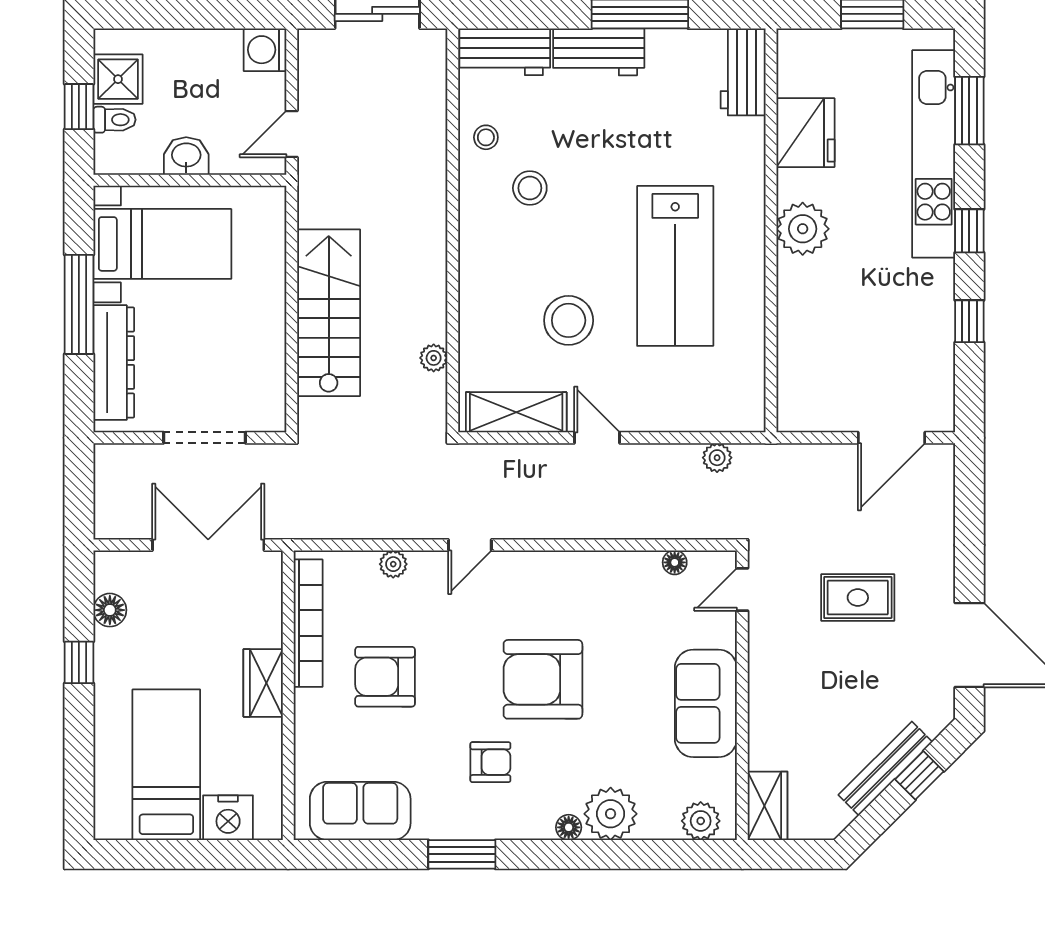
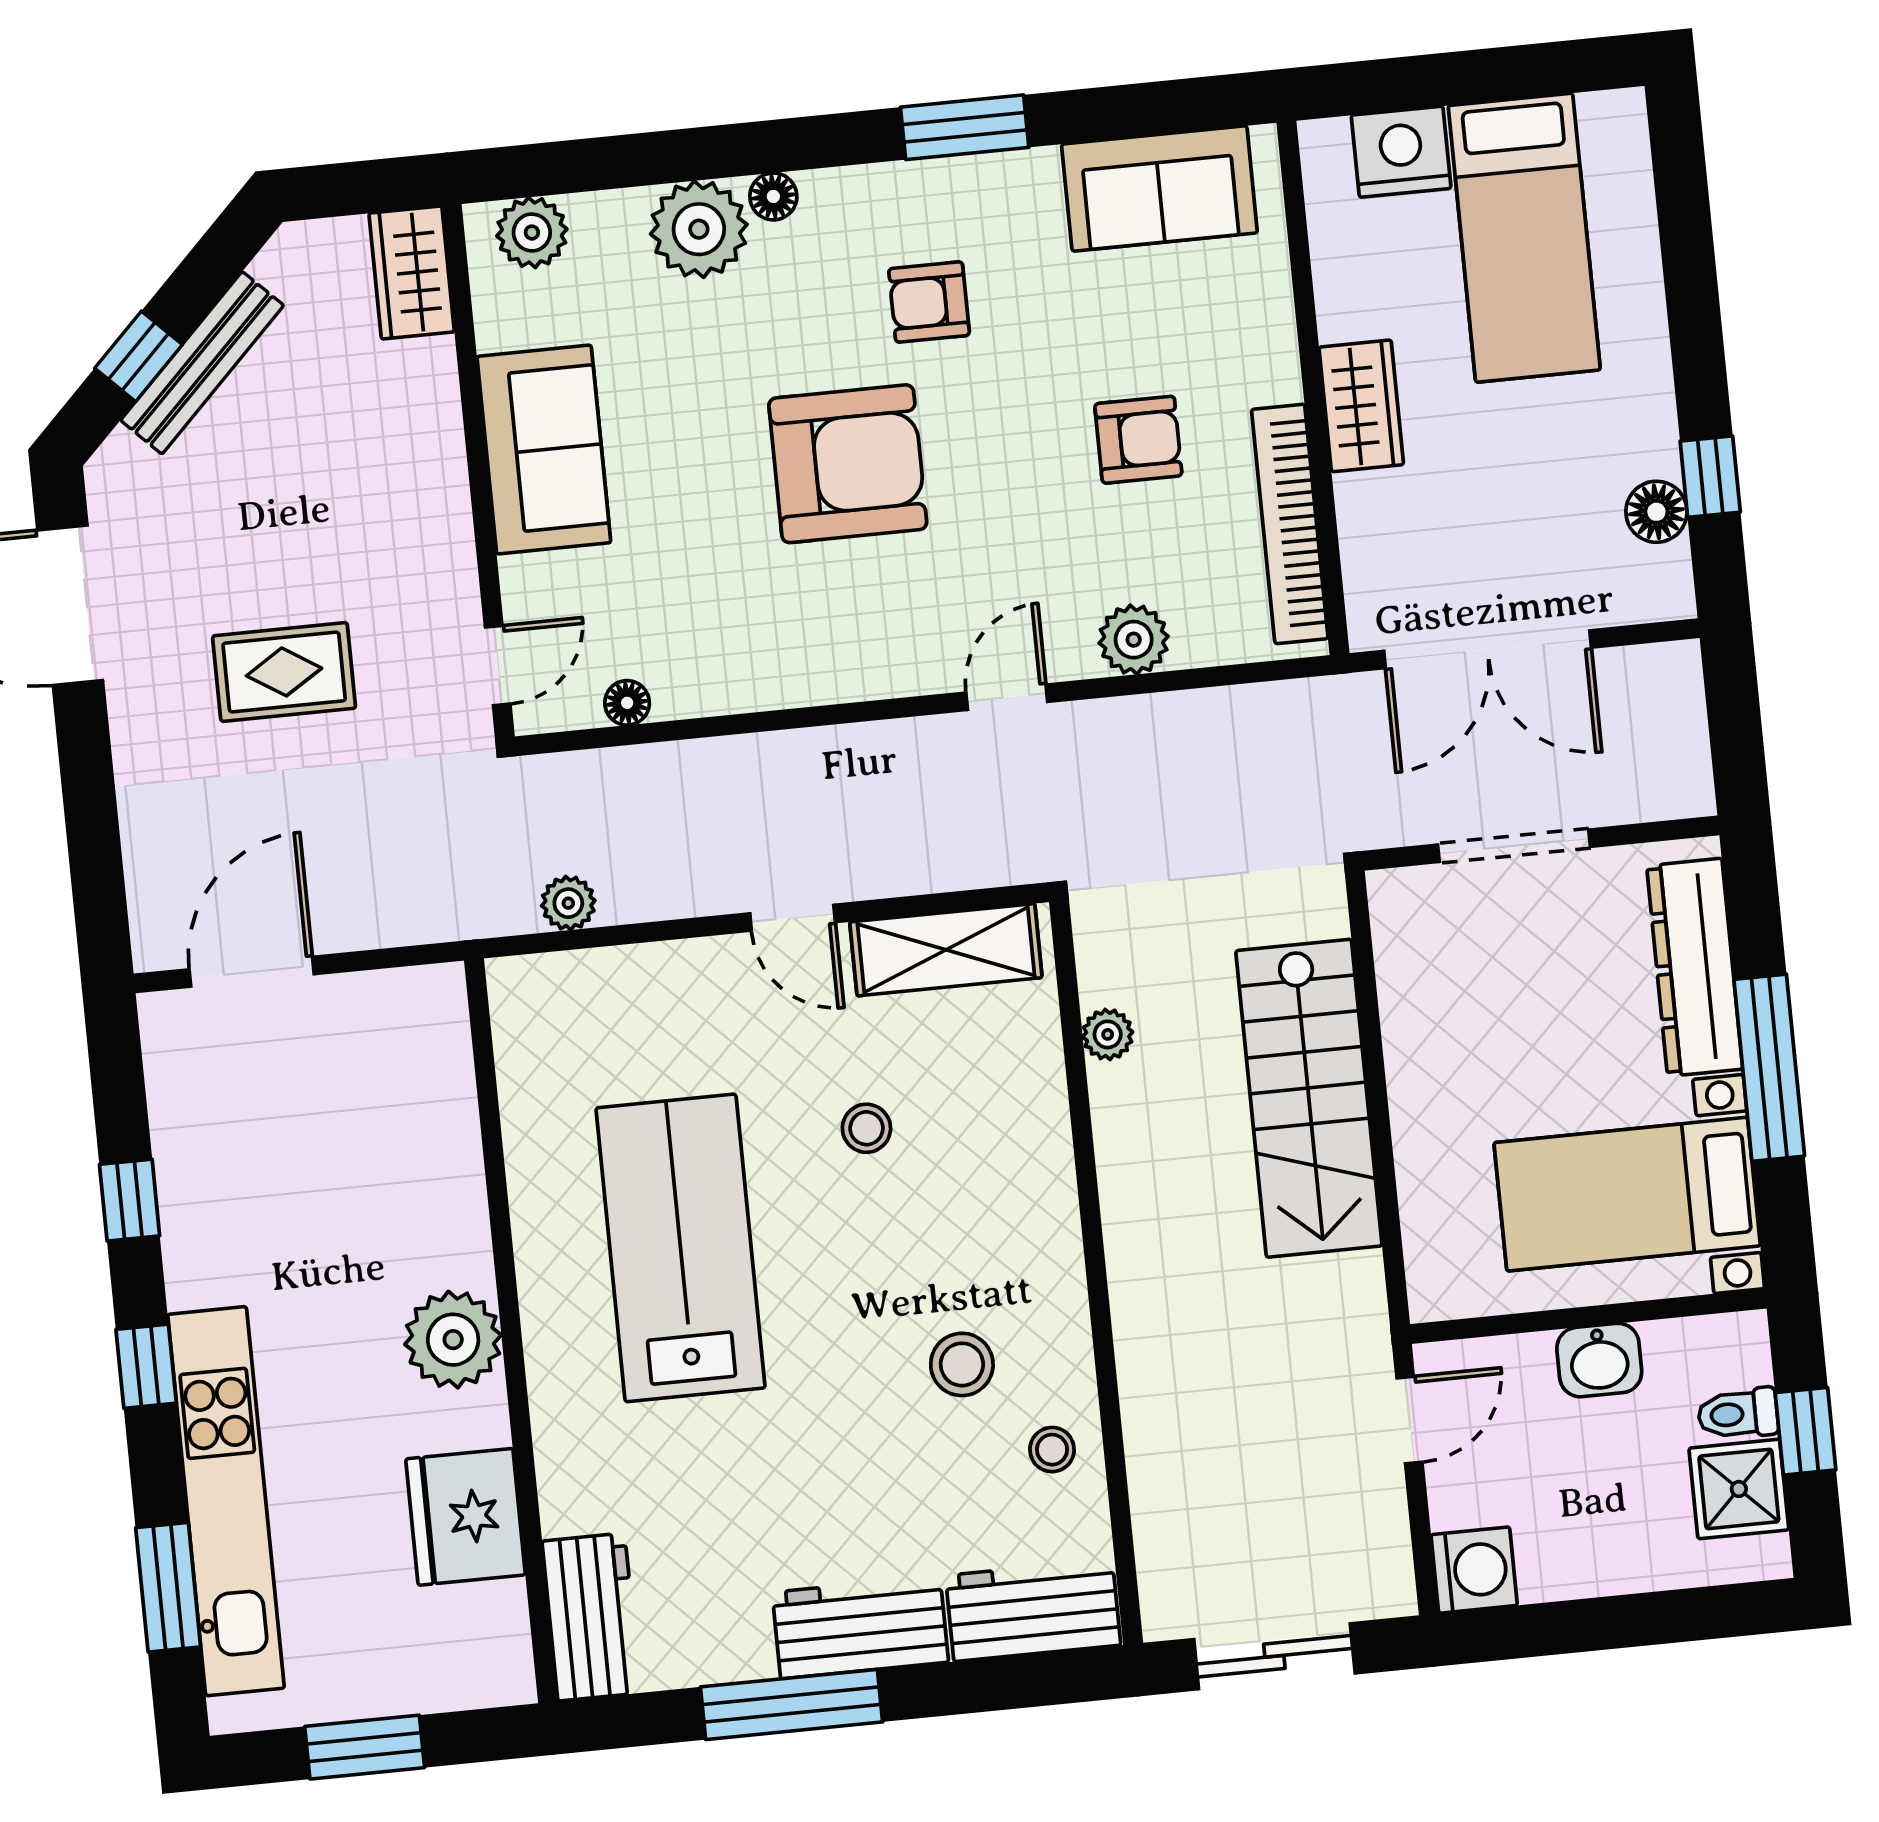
stool: (569, 320) -> (866, 1128), width x0.53, depth x0.53
plant: (393, 564) -> (1134, 640), width x1.38, depth x1.38
window: (79, 662) -> (1710, 477), moved
armchair: (385, 677) -> (1138, 440), width x0.72, depth x0.72

